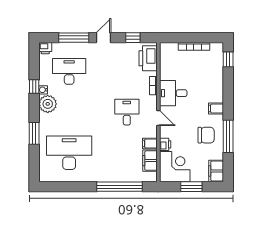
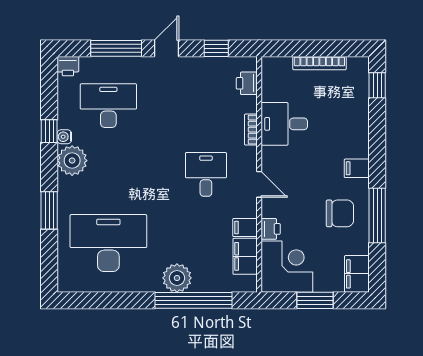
printer: (148, 58) -> (247, 83), width x0.53, depth x0.68
desk: (173, 93) -> (284, 124), moved
plant: (110, 173) -> (177, 278), added

